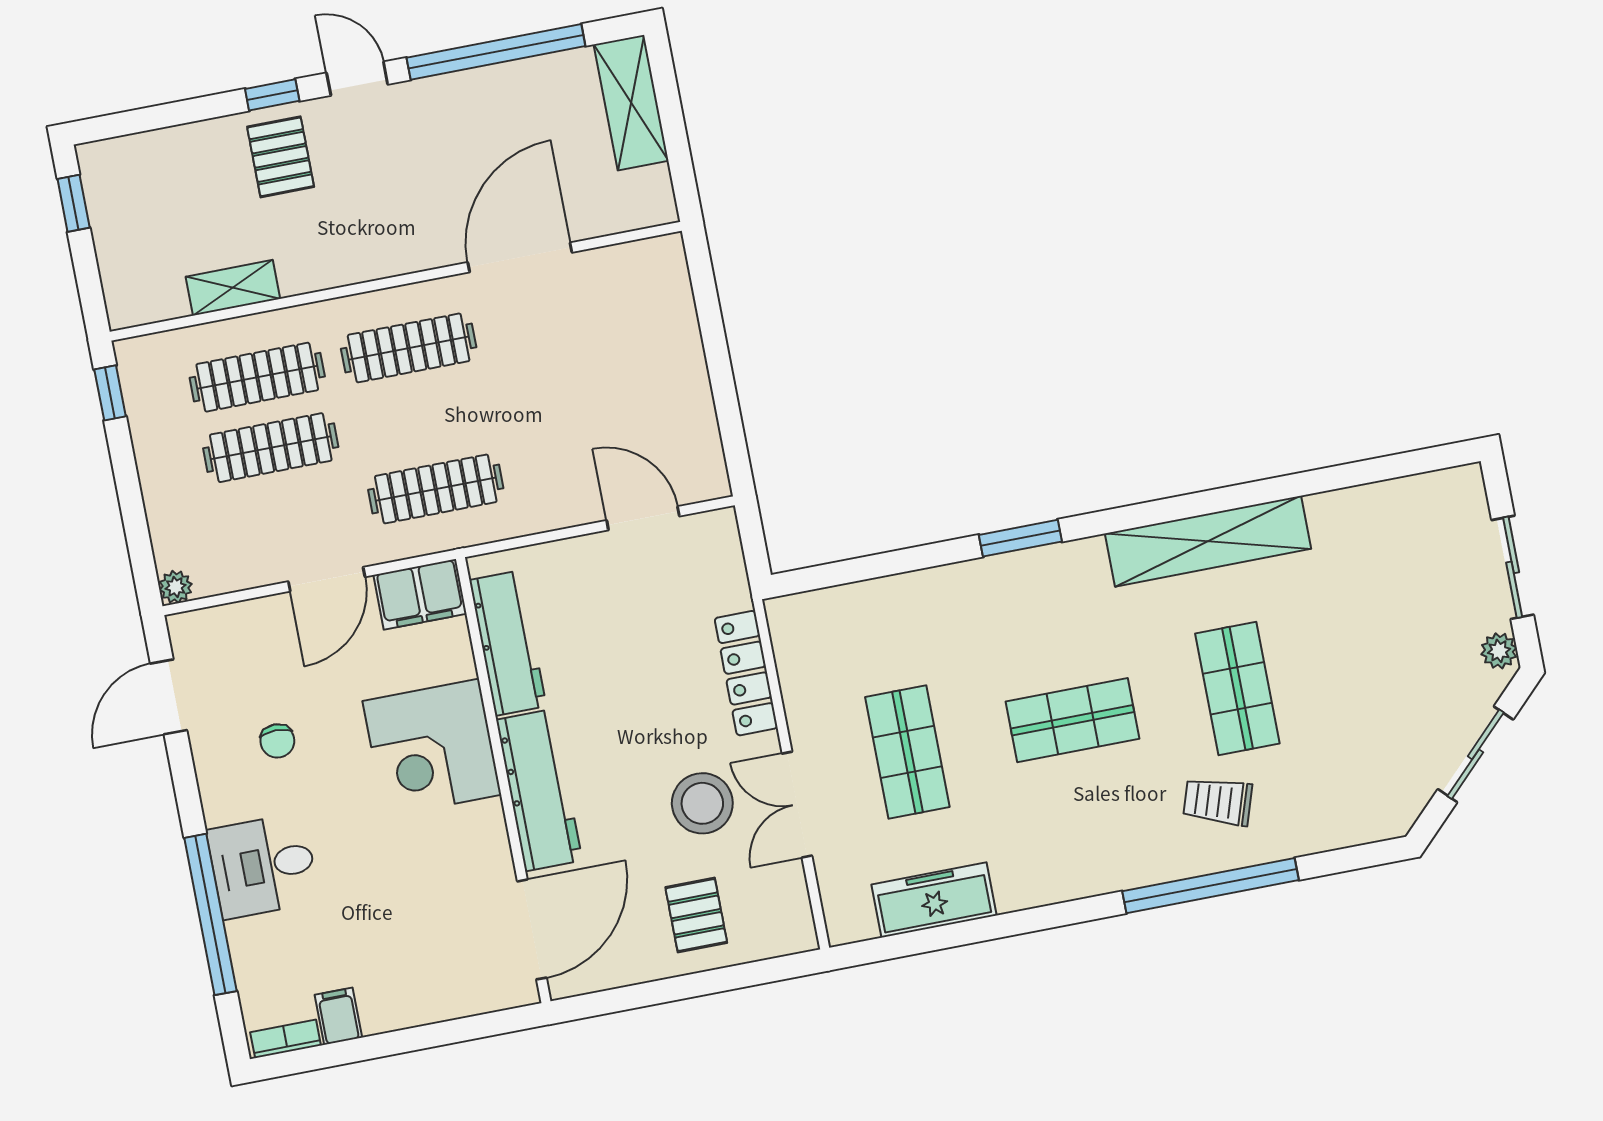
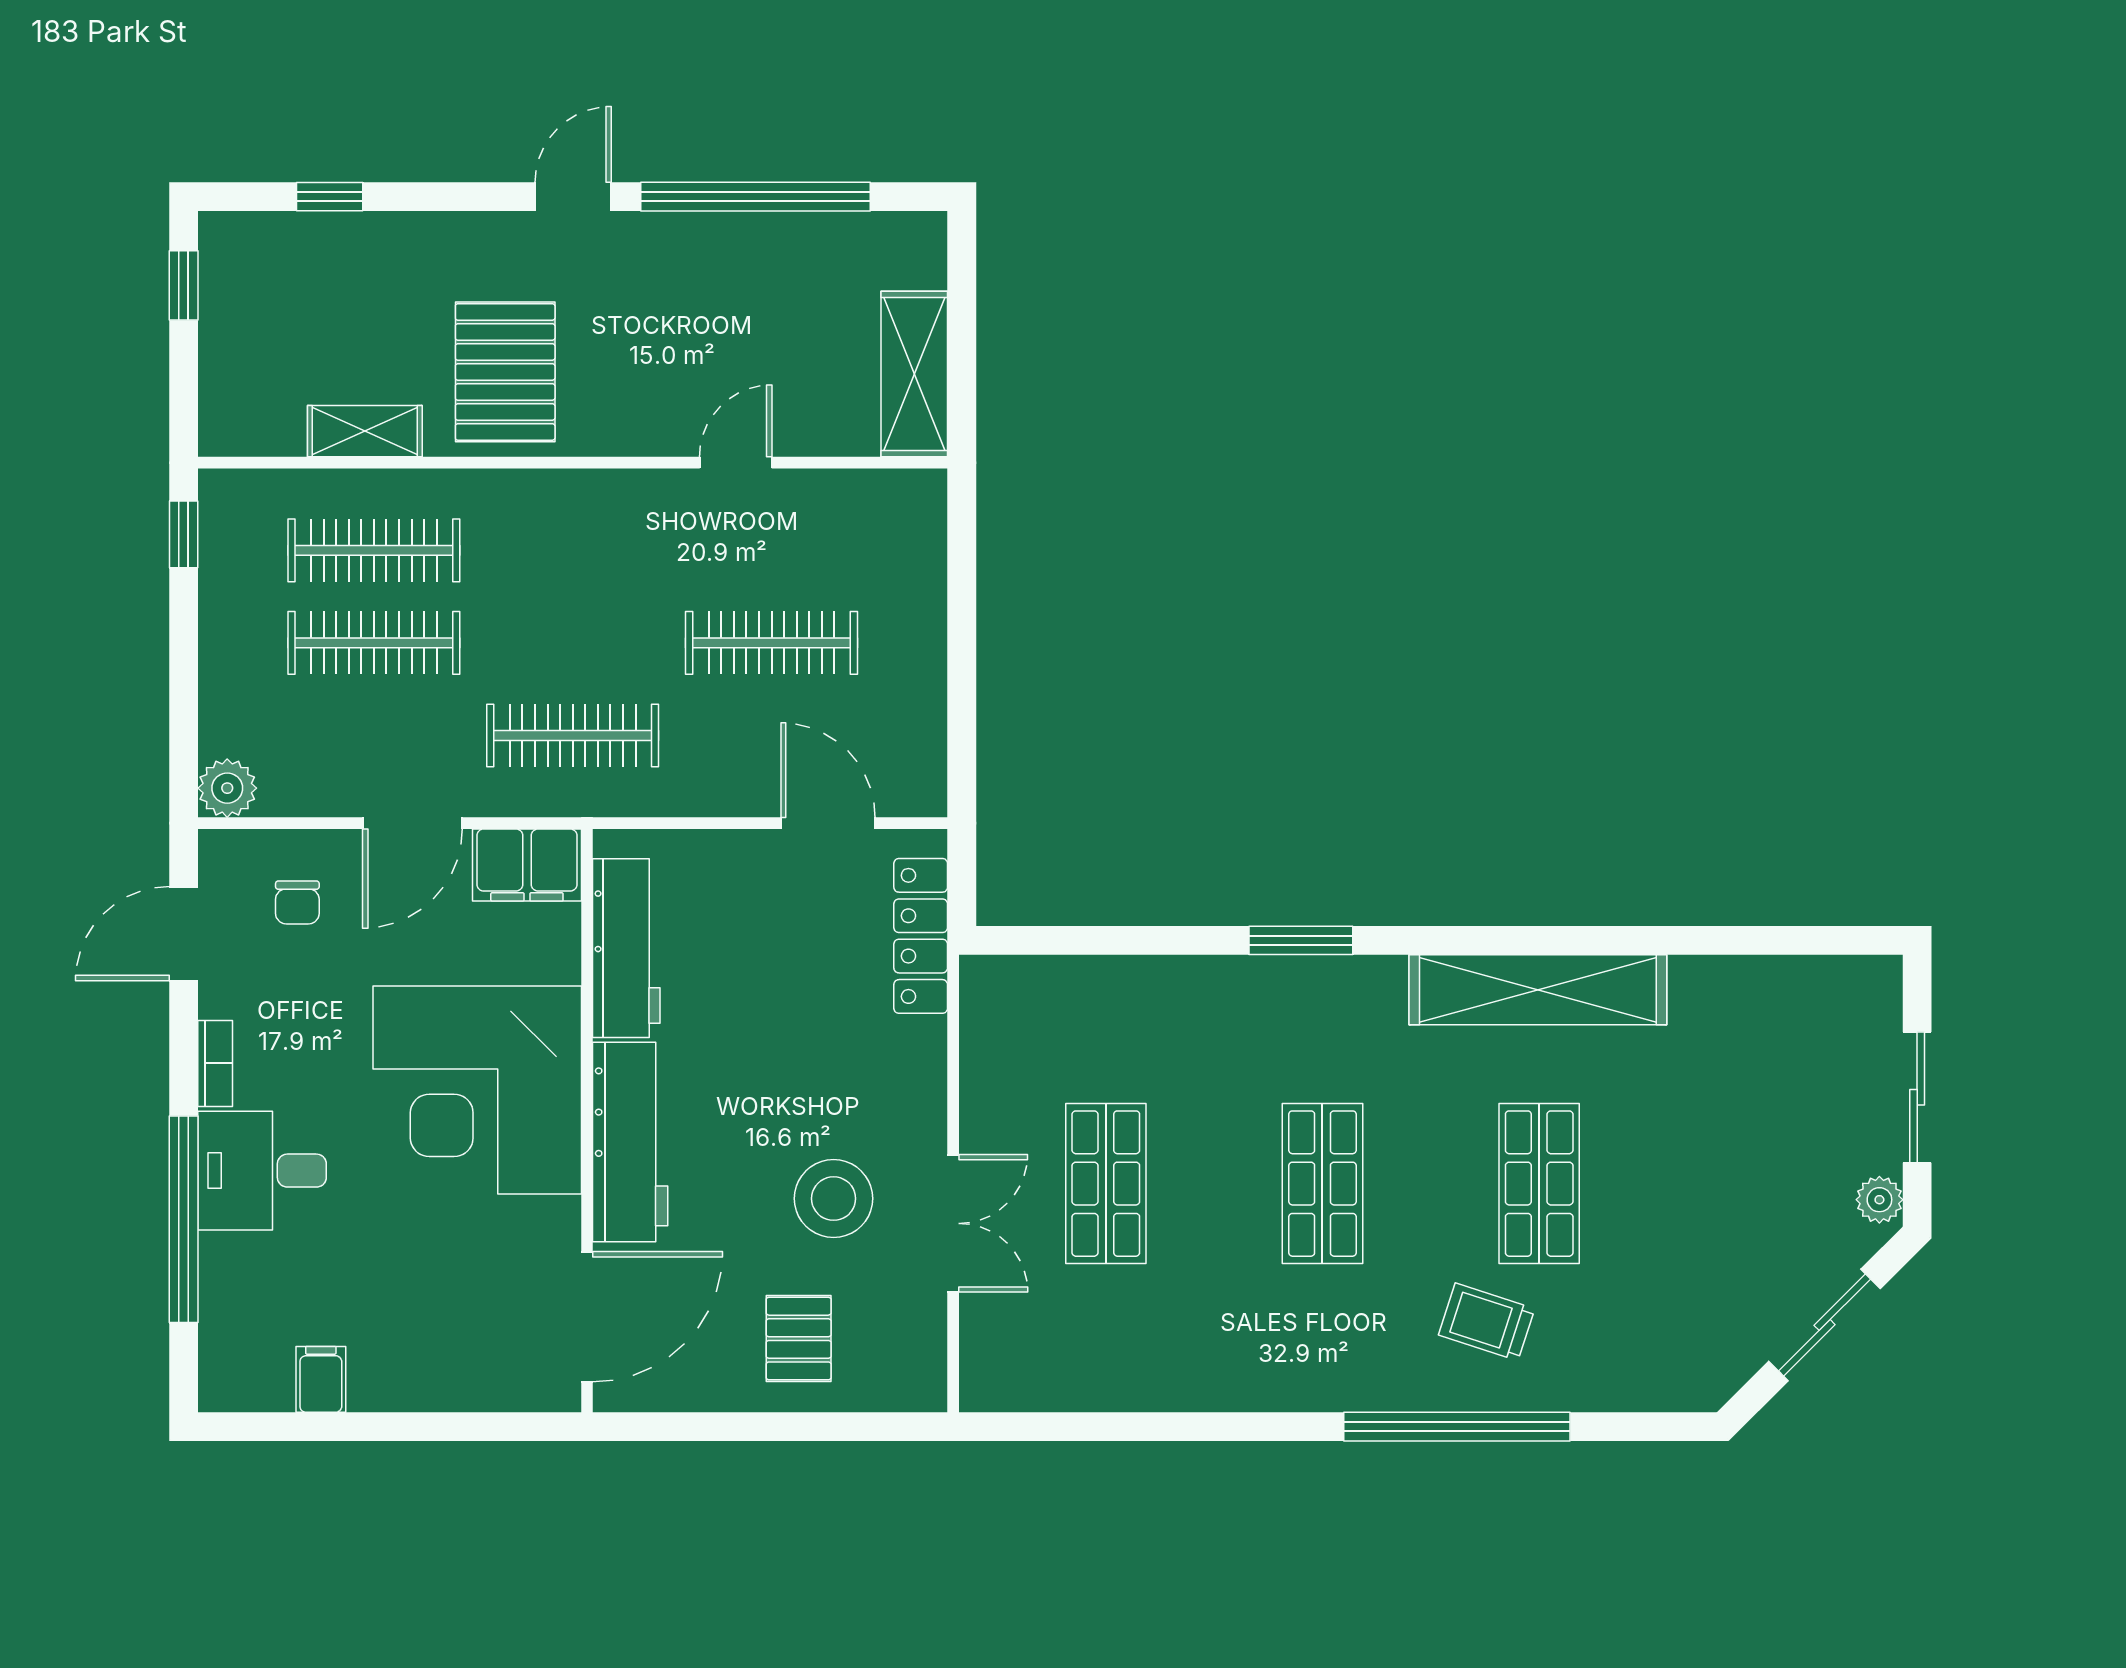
door: (357, 79) -> (573, 197), hinge flipped
window: (272, 95) -> (330, 197), moved
shelving: (631, 103) -> (914, 374), moved
pallet: (281, 157) -> (505, 372), moved, width x1.50, depth x1.42
door: (520, 257) -> (736, 463), width x0.53
clothes rail: (409, 348) -> (772, 643), moved
plant: (176, 587) -> (227, 788), width x1.38, depth x1.38
locker: (746, 673) -> (921, 936), moved
shop shelf: (1072, 720) -> (1322, 1184), turned 90
chair: (277, 741) -> (297, 902), moved
corner desk: (432, 748) -> (477, 1090), width x1.36, depth x1.36
double door: (797, 805) -> (953, 1223), swing flipped
freezer: (934, 900) -> (1103, 1377), removed
bookcase: (286, 1039) -> (215, 1063), moved, turned 90

